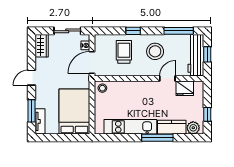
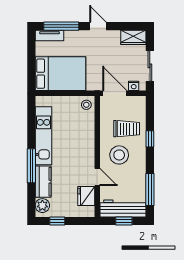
stool: (155, 51) -> (119, 155), moved
window: (31, 111) -> (61, 26), width x1.44

